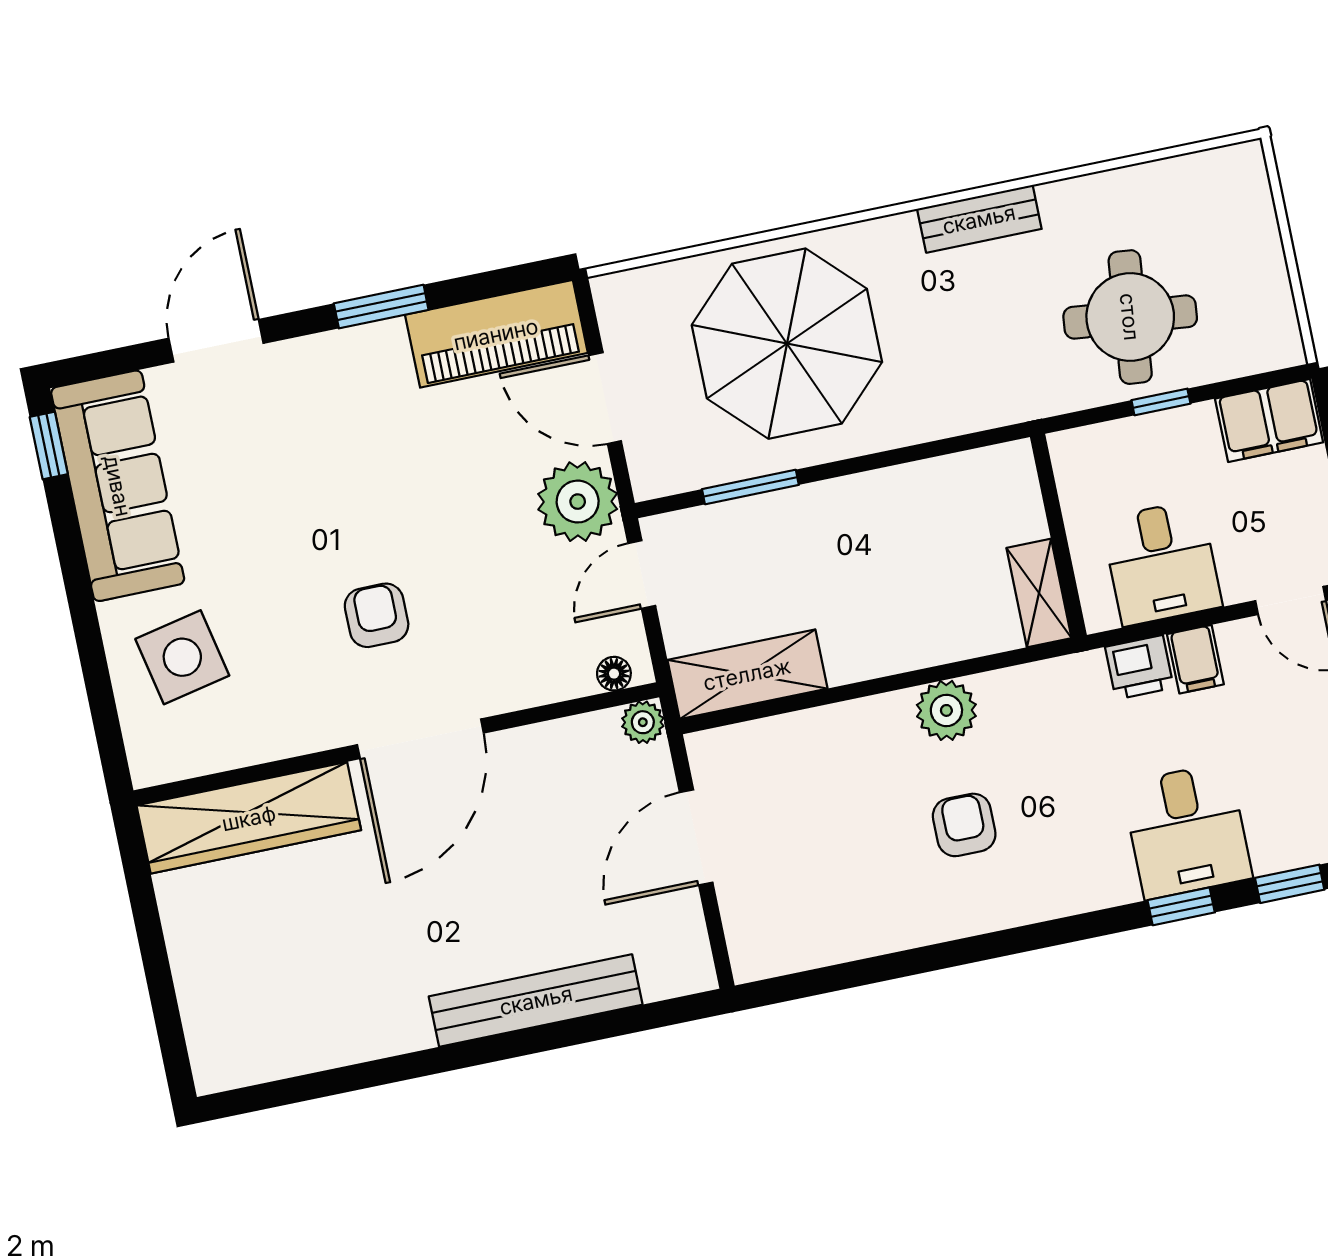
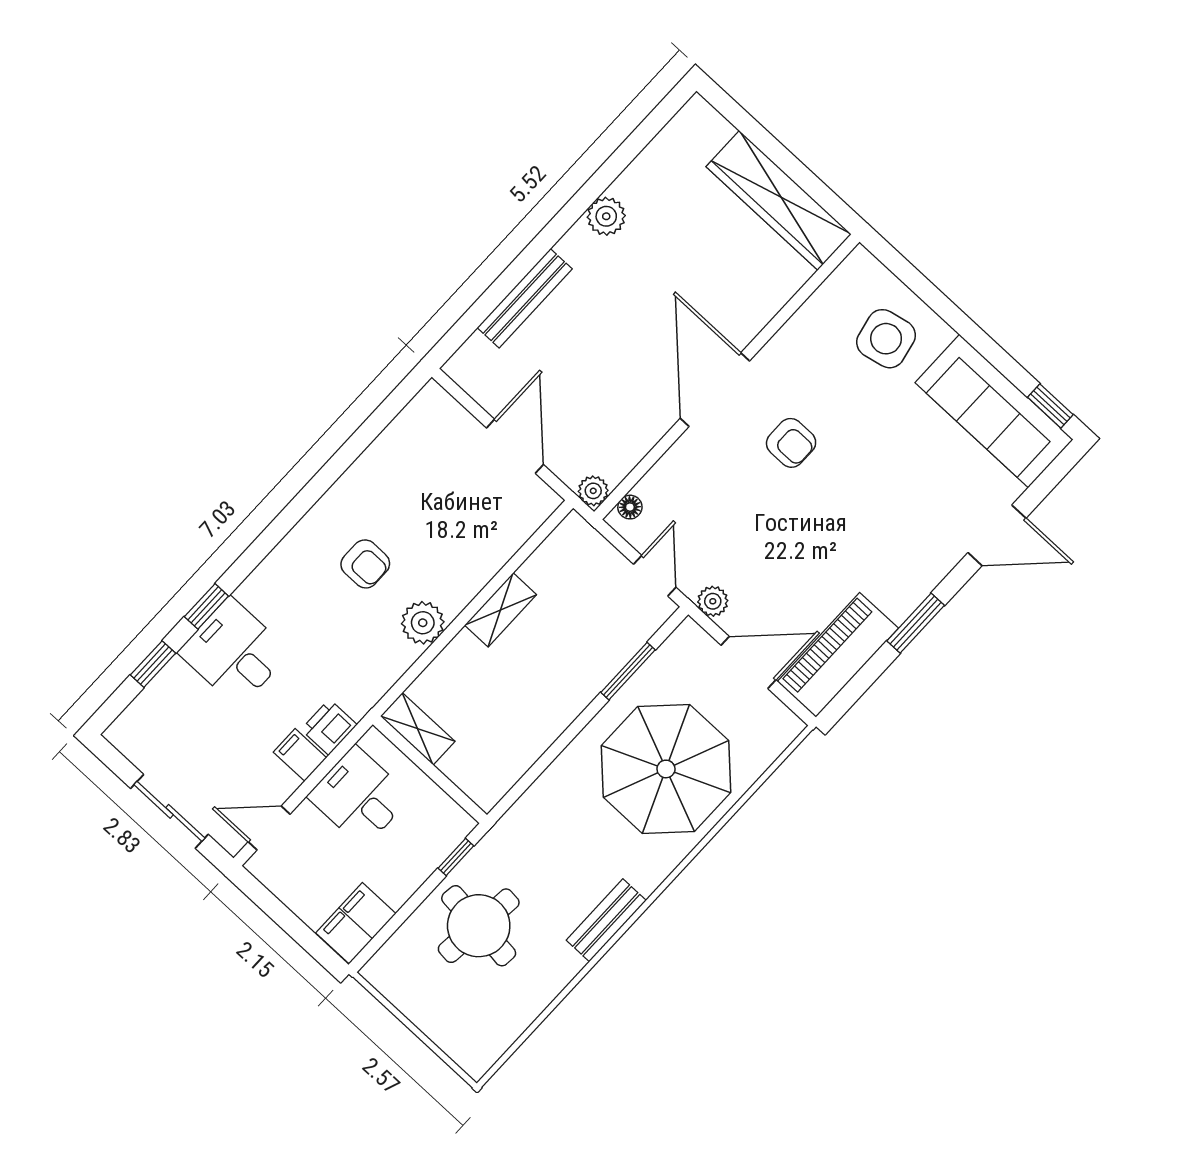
door: (216, 341) -> (997, 535), hinge flipped
window: (1161, 402) -> (456, 857), moved
plant: (578, 502) -> (713, 601), width x0.53, depth x0.53
shelving: (747, 674) -> (501, 610), moved, width x0.67, depth x0.75
wardrobe: (249, 818) -> (779, 200), moved, turned -90
bench: (536, 1000) -> (525, 298), width x0.73, depth x0.82
plant: (403, 1027) -> (606, 216), added

